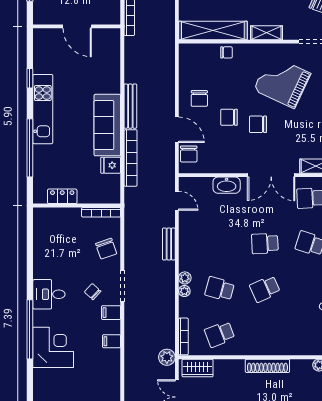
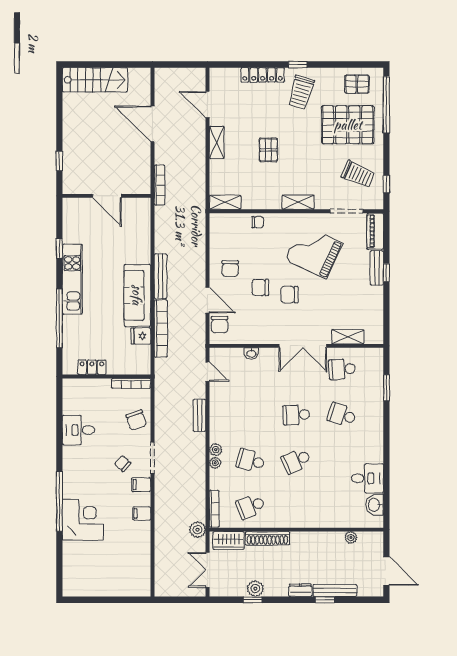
shelving: (213, 30) -> (225, 202), width x0.45, depth x0.75
washbasin: (227, 185) -> (251, 353), width x0.52, depth x0.69
desk: (49, 294) -> (79, 430), moved
shoe rack: (267, 366) -> (267, 538), moved

